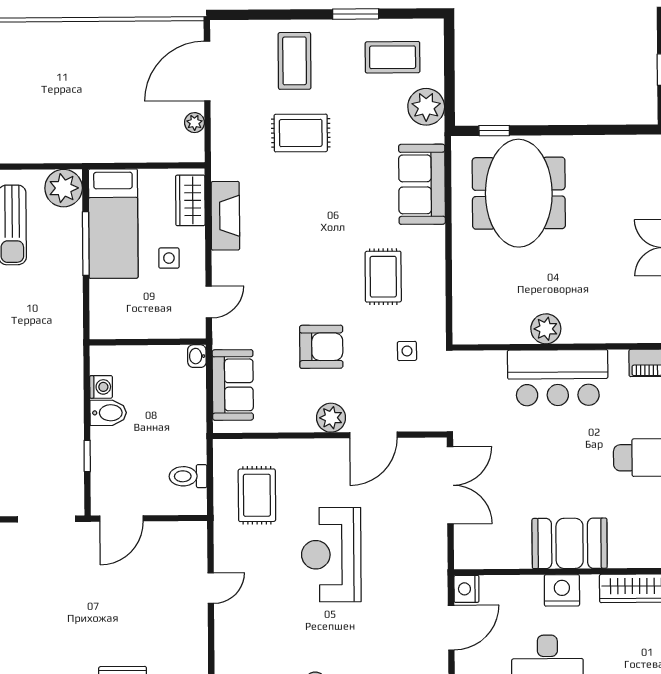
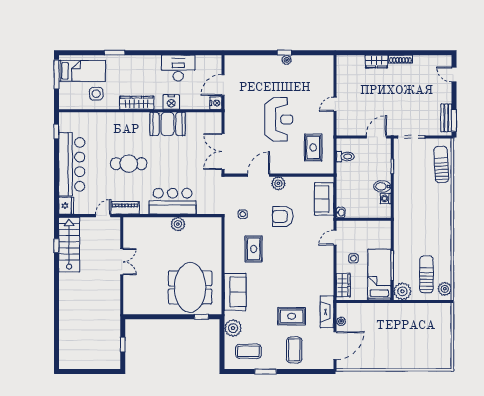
fireplace: (225, 216) -> (327, 312), moved

